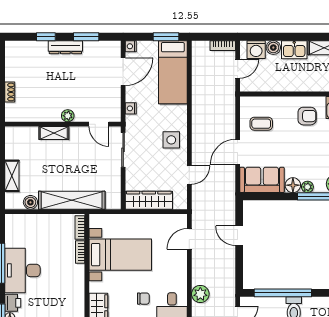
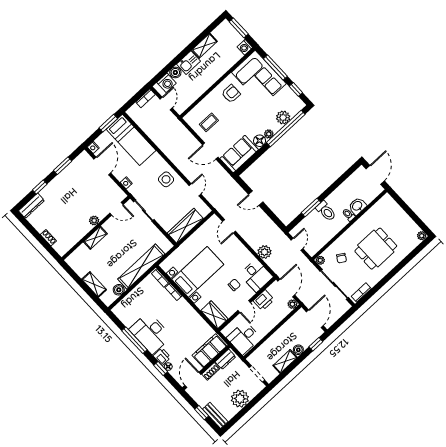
dresser: (65, 47) -> (31, 206), moved
door: (238, 152) -> (210, 151), hinge flipped
window: (283, 293) -> (311, 208), width x0.47

